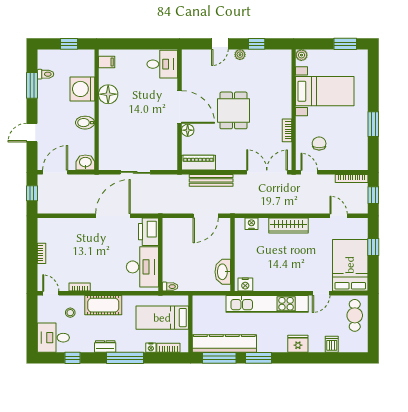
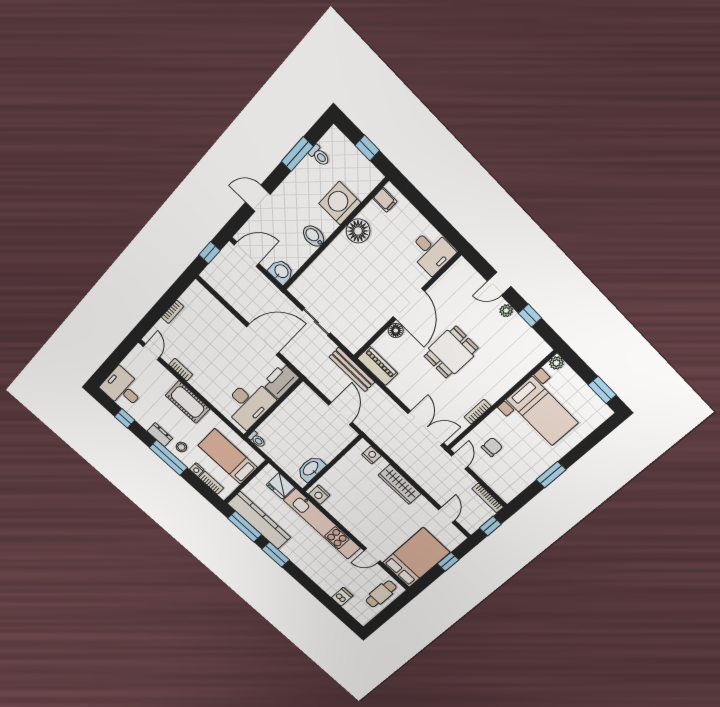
bench: (211, 180) -> (352, 370), moved
door: (206, 216) -> (340, 414), swing flipped
stool: (70, 313) -> (181, 447), moved
fridge: (298, 344) -> (281, 486), moved, turned 180

